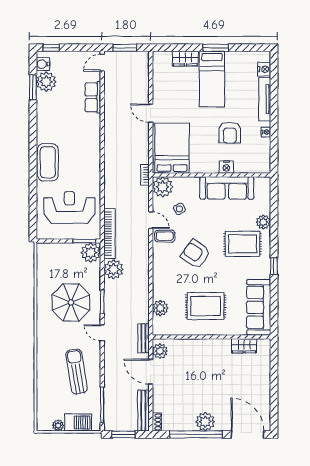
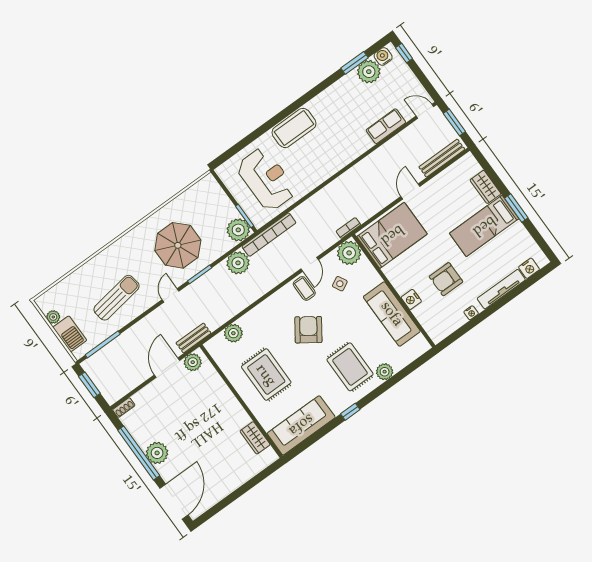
bench: (143, 411) -> (442, 158), moved

